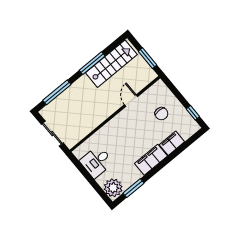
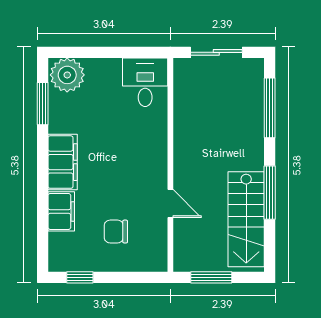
desk: (97, 162) -> (145, 82), moved

